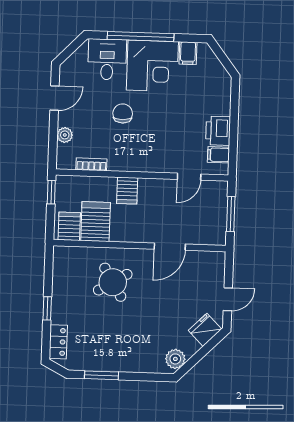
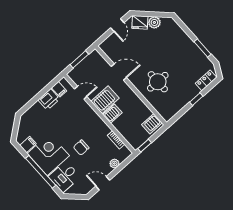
server rack: (96, 222) -> (105, 100), moved, turned 180
round table: (113, 282) -> (158, 82), turned 31
door: (228, 299) -> (117, 25), swing flipped
plant: (175, 359) -> (154, 22), moved

